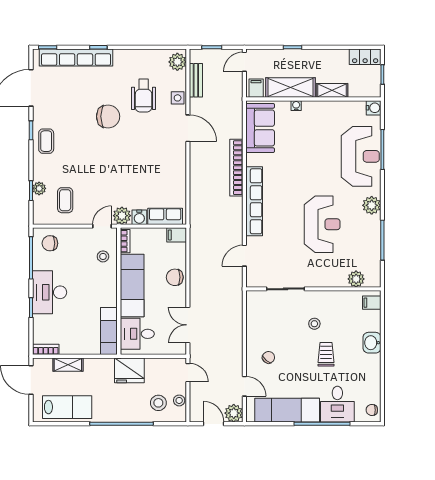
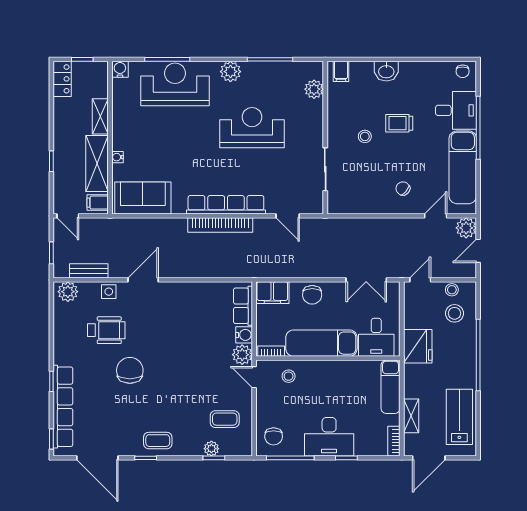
bookcase: (236, 168) -> (220, 225), moved
filing cabinet: (177, 235) -> (272, 293), width x2.00
exam couch: (109, 331) -> (391, 387), moved, turned 90

